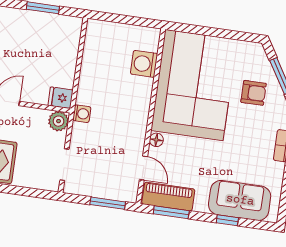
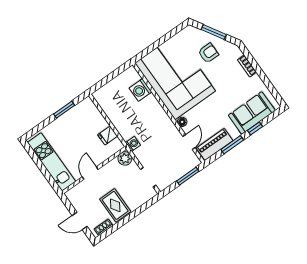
fridge: (61, 98) -> (108, 135), moved
door: (143, 168) -> (189, 142), hinge flipped
window: (171, 212) -> (232, 145), moved

